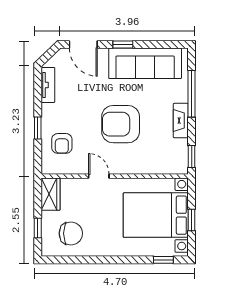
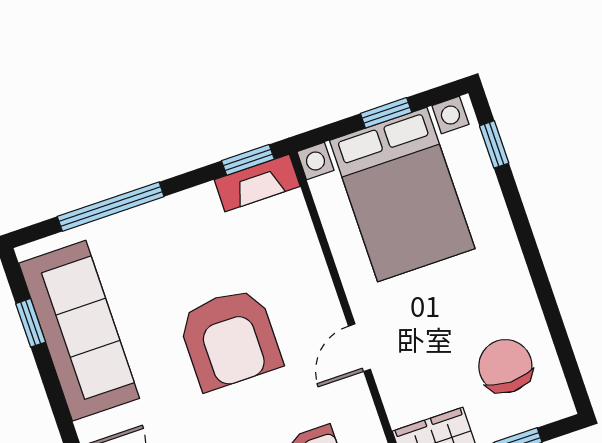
window: (123, 45) -> (31, 323), moved
fireplace: (181, 121) -> (257, 183), moved

